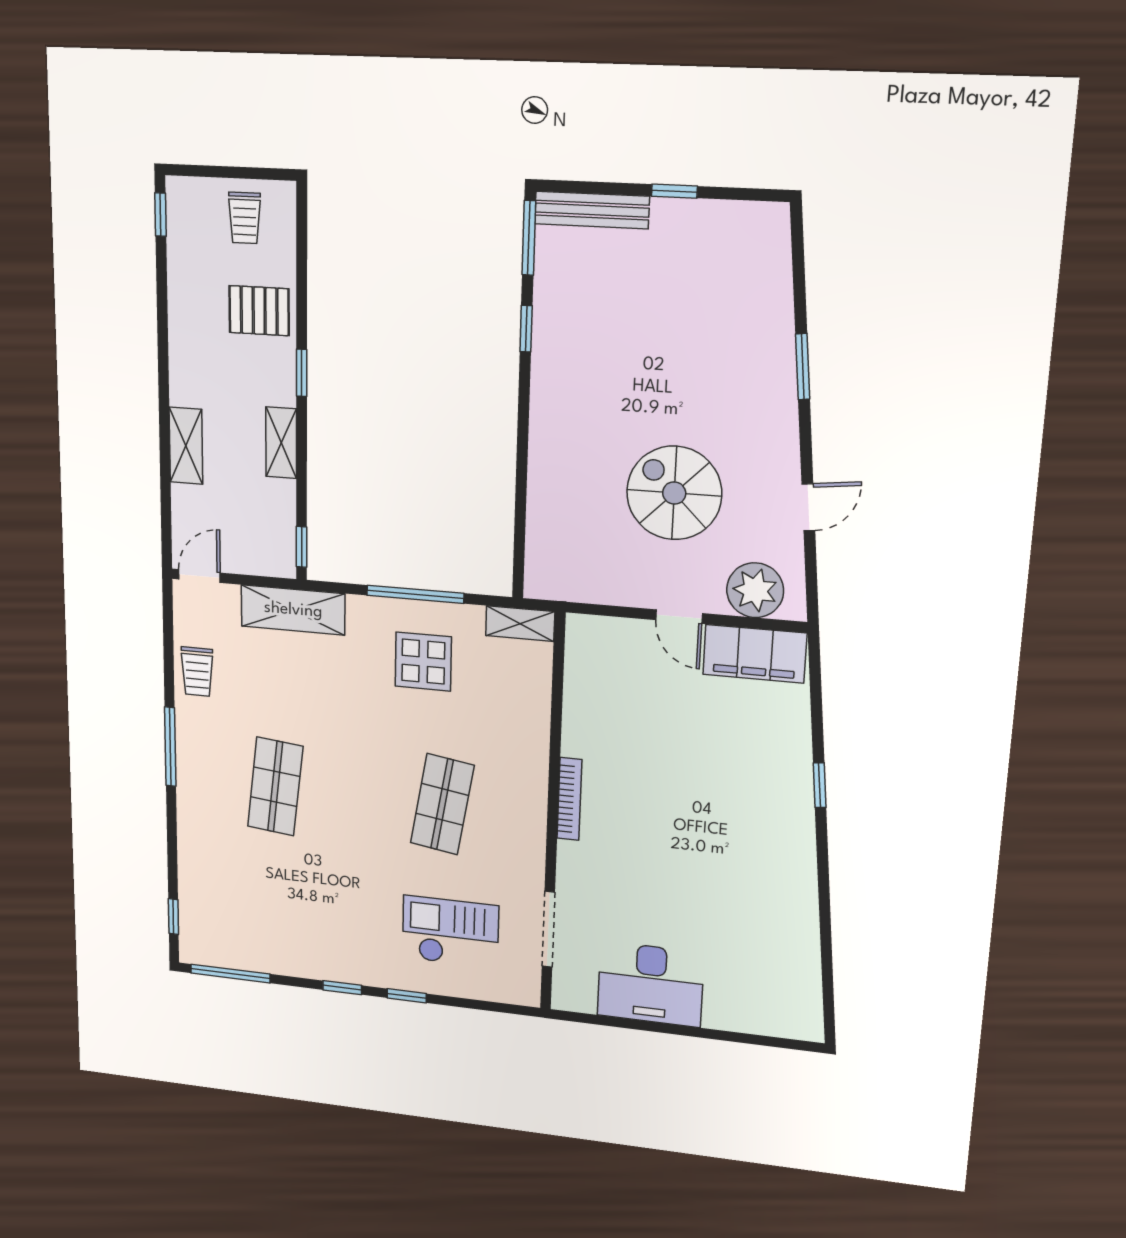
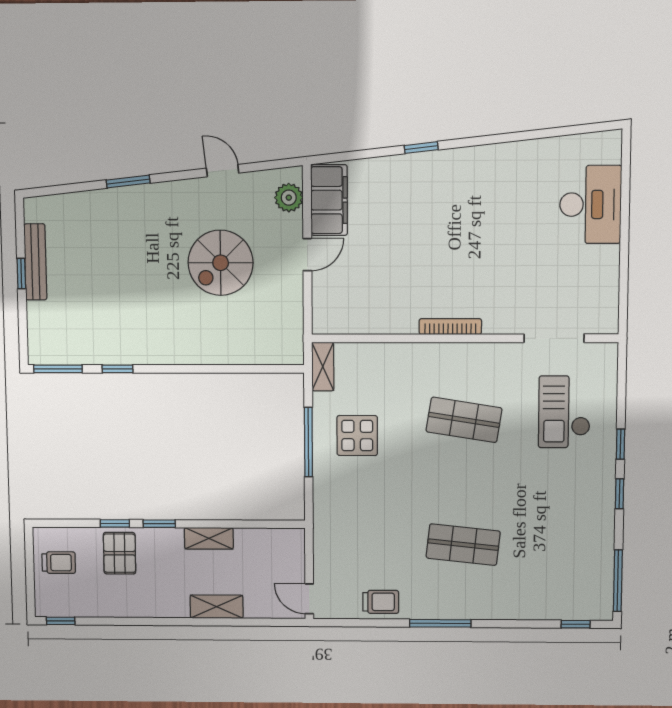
bench: (592, 210) -> (35, 262), moved
window: (302, 547) -> (115, 523), moved
plant: (755, 590) -> (289, 198), width x0.73, depth x0.73
shelving: (293, 610) -> (328, 531), removed
desk: (650, 984) -> (590, 205), moved

